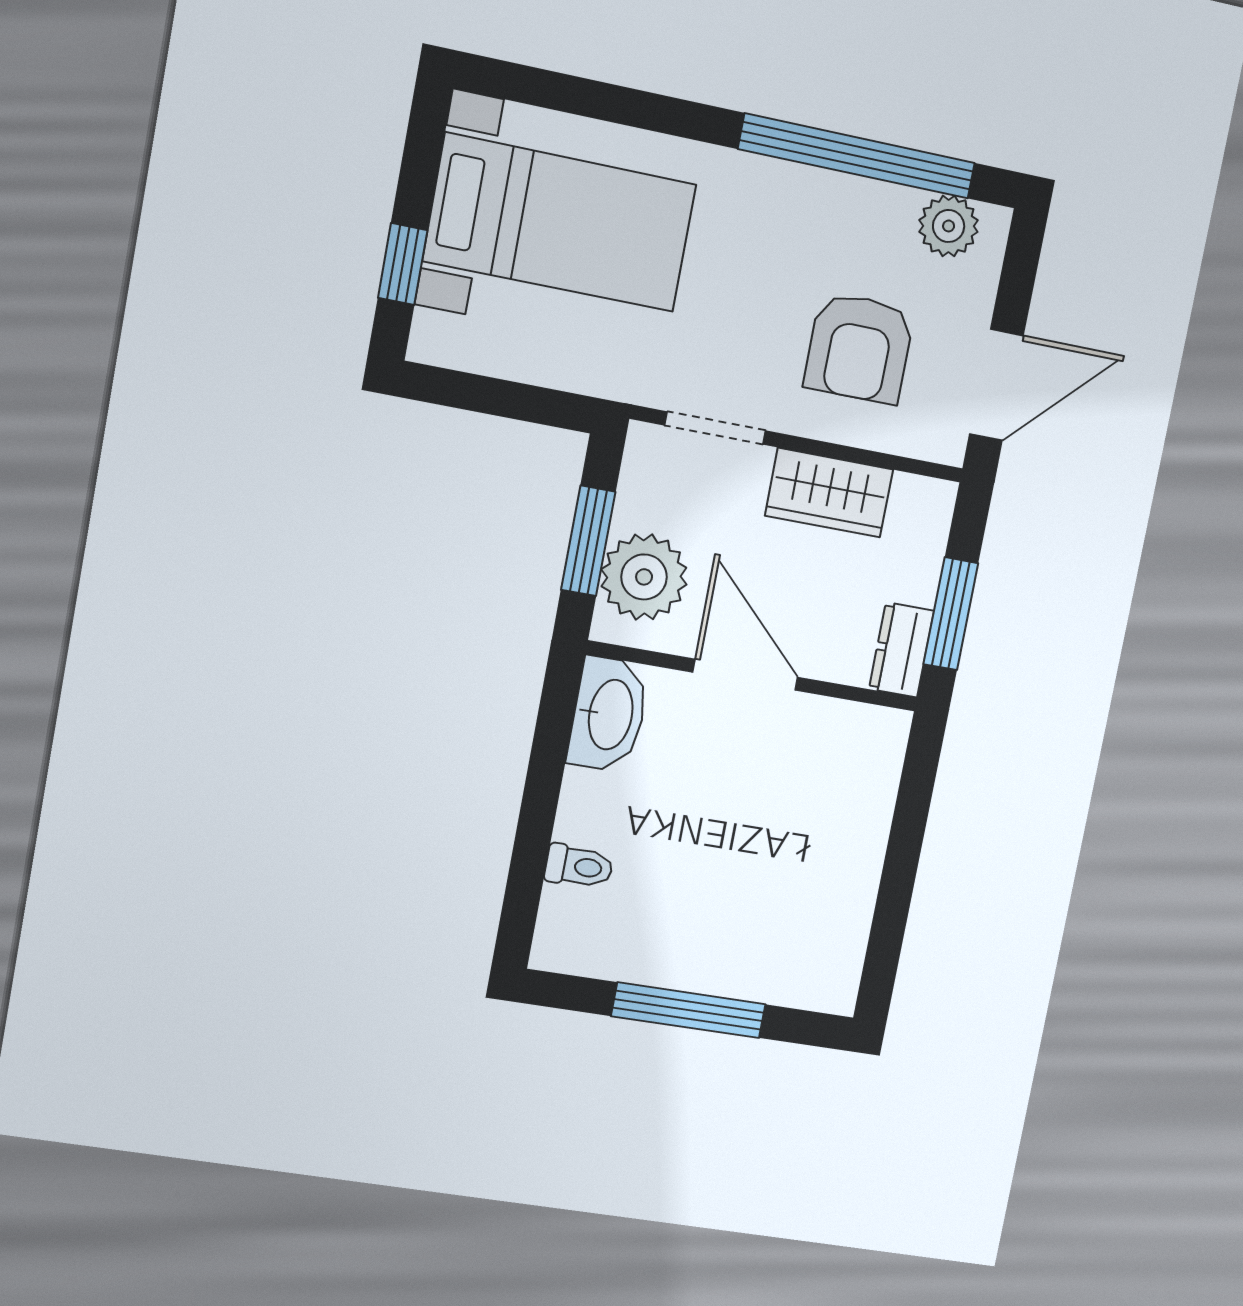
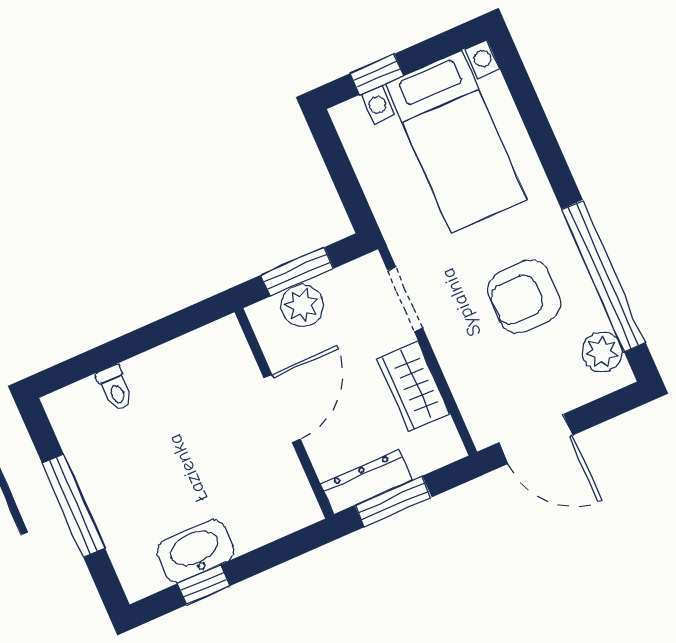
armchair: (859, 348) -> (524, 297), moved
plant: (644, 577) -> (302, 305), width x0.73, depth x0.73
dresser: (901, 650) -> (366, 482), width x1.44
washbasin: (609, 714) -> (195, 551), moved, turned 180
window: (891, 913) -> (203, 585), added

